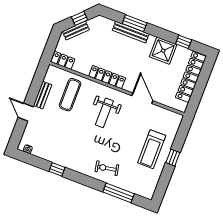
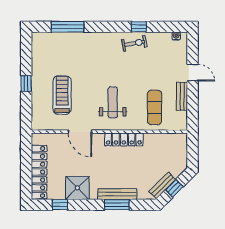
bench: (76, 31) -> (162, 185), moved
locker: (63, 60) -> (175, 139), removed
treadmill: (152, 149) -> (62, 95), moved
exercise bike: (107, 168) -> (134, 43), moved

